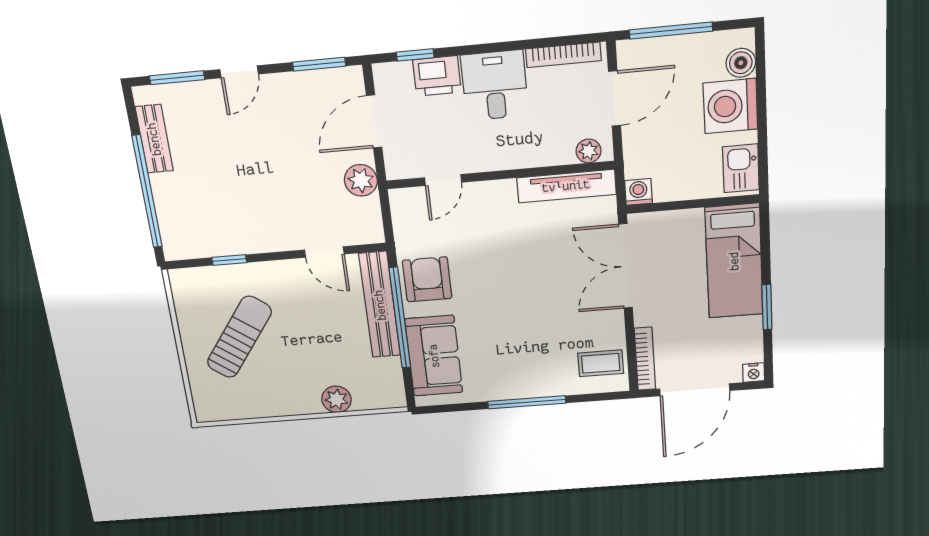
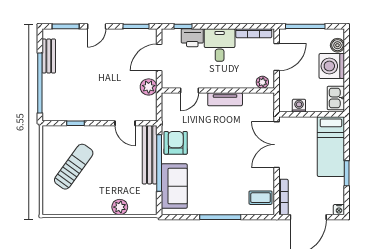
tv unit: (566, 186) -> (225, 99), moved, width x0.71
washing machine: (638, 192) -> (299, 106), moved

